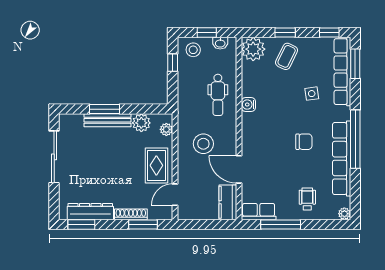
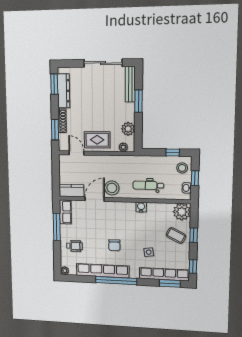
bench: (107, 120) -> (130, 84), moved
stool: (203, 144) -> (112, 188), moved

